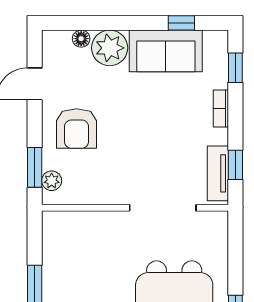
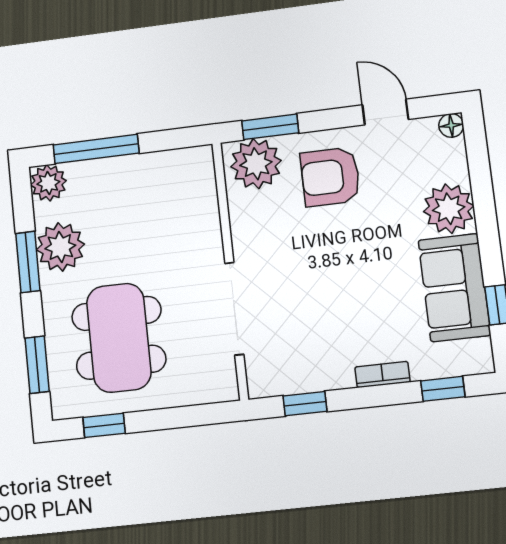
floor lamp: (81, 39) -> (451, 125), moved
tv unit: (218, 173) -> (291, 380), removed
plant: (52, 181) -> (256, 164), width x1.88, depth x1.88

